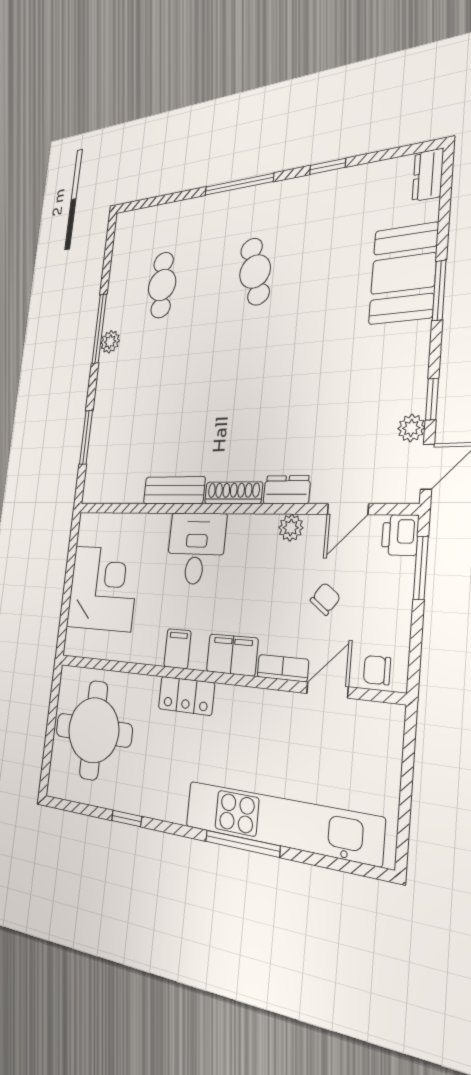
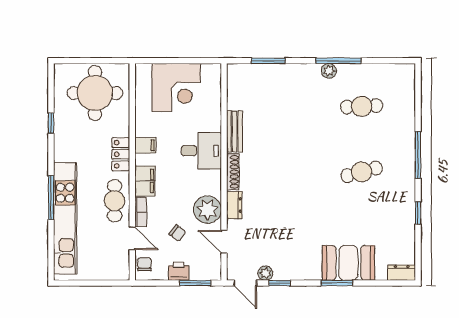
plant: (291, 528) -> (207, 210), width x1.88, depth x1.88
printer: (400, 535) -> (179, 271), moved
cafe table: (259, 717) -> (115, 201), added

